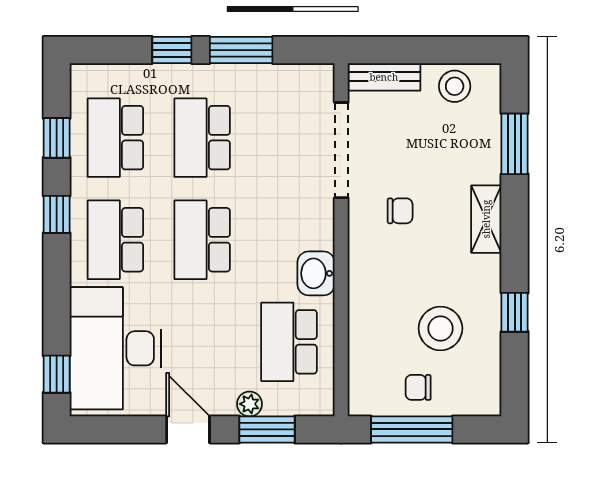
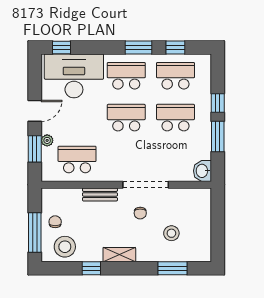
bench: (384, 77) -> (100, 194), moved, turned 90
stool: (455, 86) -> (171, 233), moved
doorway: (341, 150) -> (146, 185), moved
window: (57, 214) -> (139, 47), width x1.50
shelving: (486, 219) -> (119, 255), moved
washbasin: (316, 273) -> (202, 171), moved, turned -90
stool: (440, 328) -> (65, 247), moved
window: (412, 429) -> (35, 233), moved

